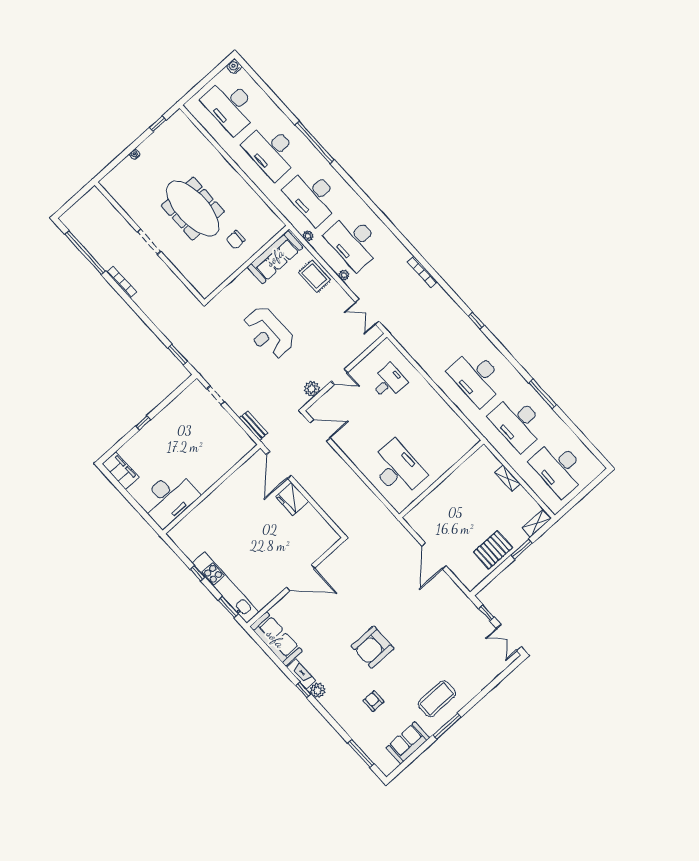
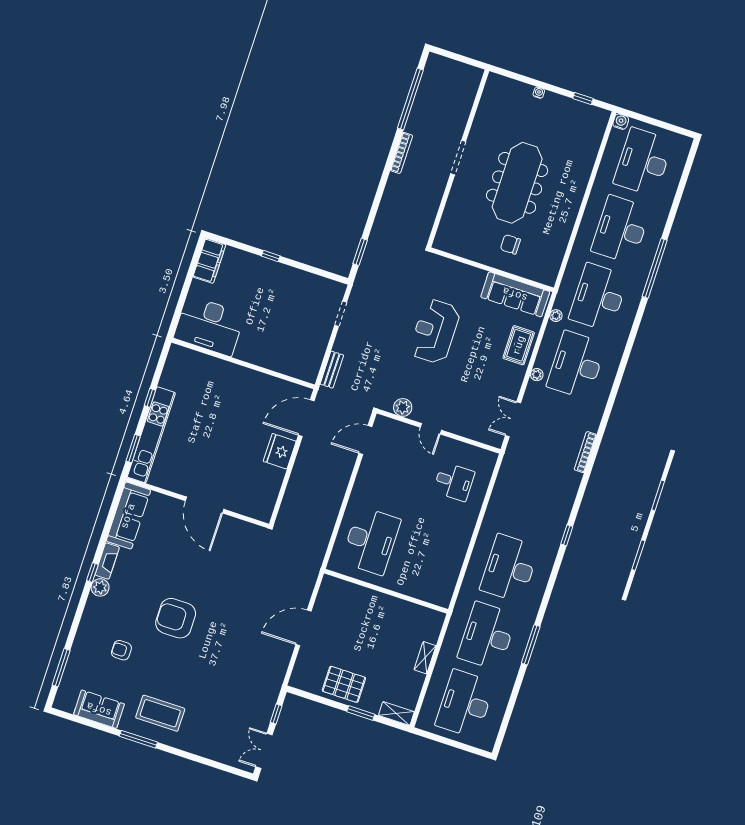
water cooler: (234, 66) -> (621, 122), moved
door: (320, 430) -> (365, 440), swing flipped
armchair: (373, 701) -> (121, 650), turned -90

